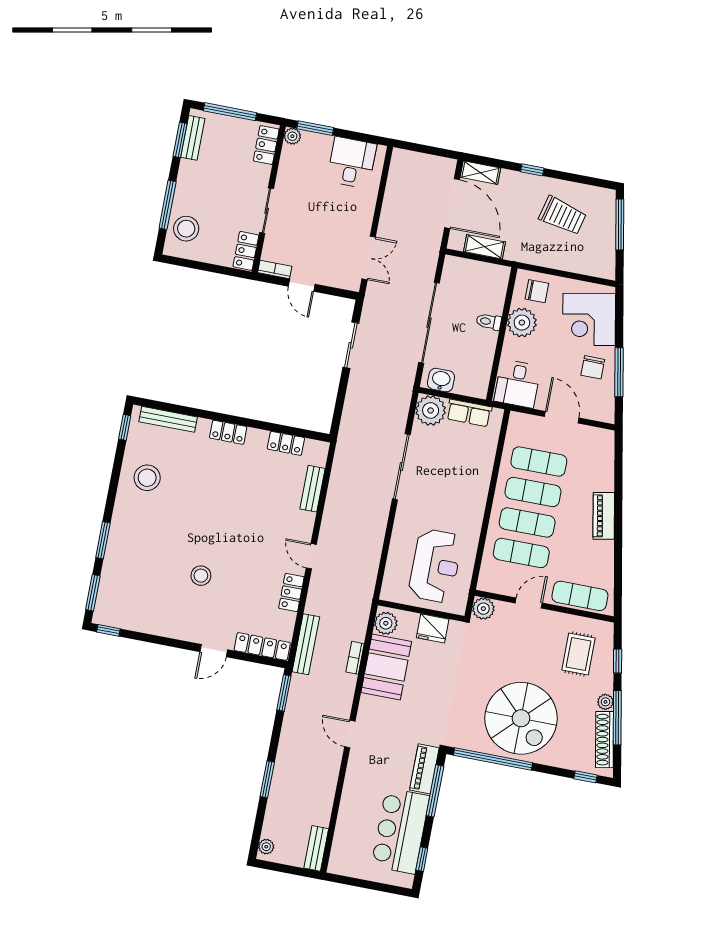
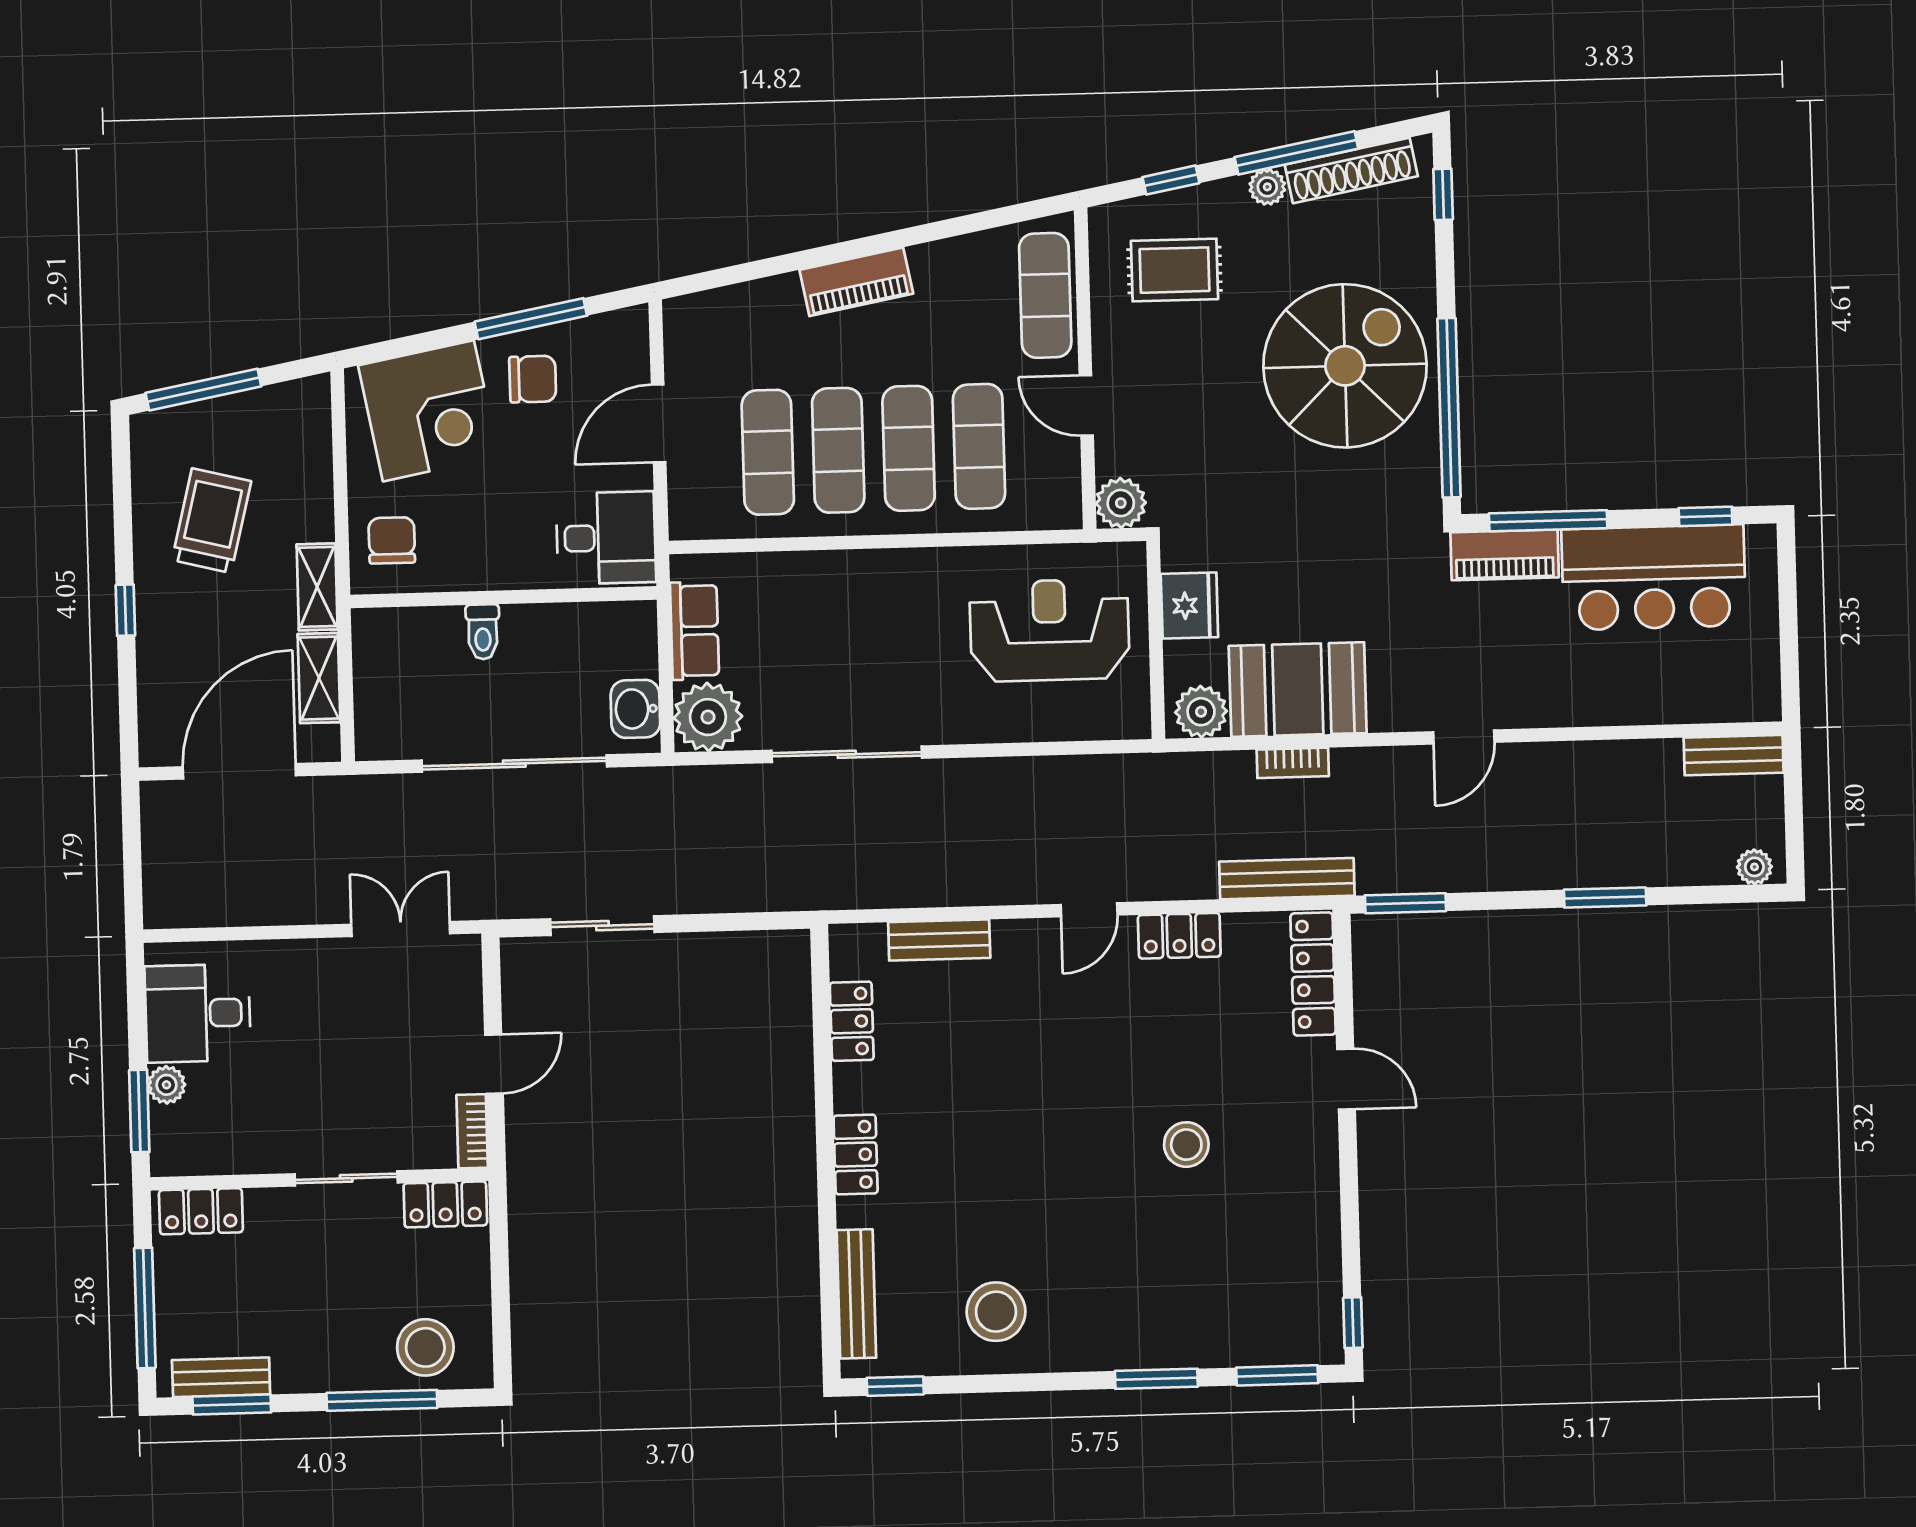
plant: (292, 136) -> (166, 1085), moved
shelving: (480, 173) -> (317, 587), moved
plant: (522, 323) -> (469, 558), removed

